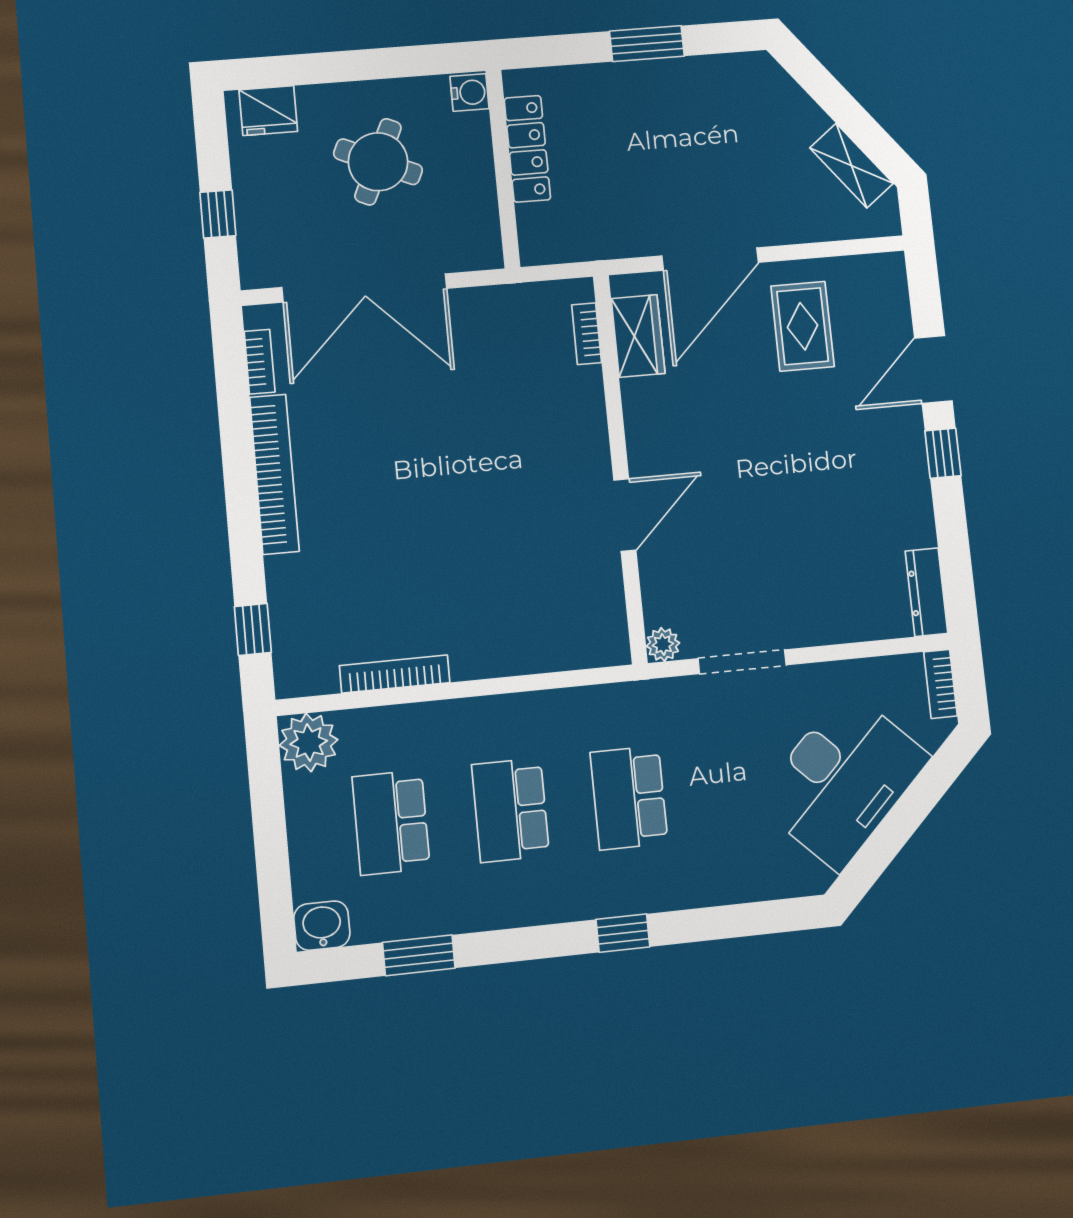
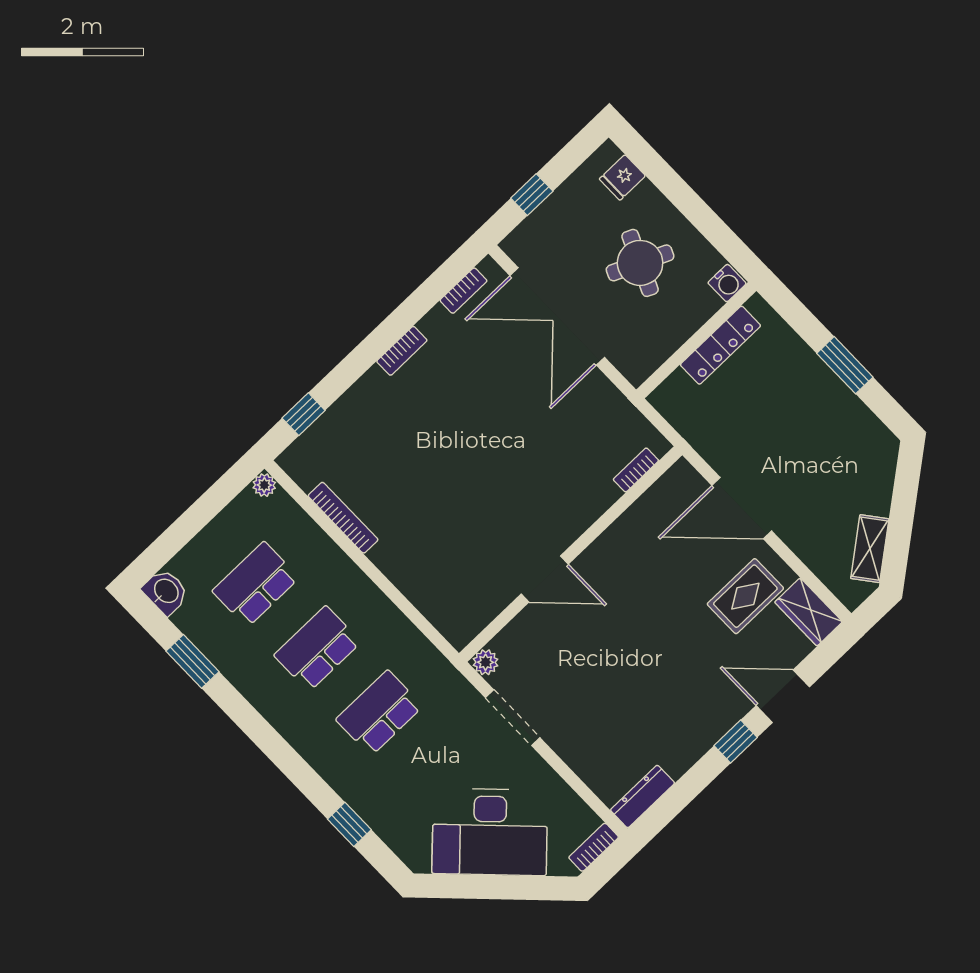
fridge: (268, 111) -> (622, 177), width x0.72
wardrobe: (638, 336) -> (809, 612), moved, turned 90
bookcase: (274, 474) -> (402, 351), width x0.43, depth x0.76
plant: (309, 742) -> (264, 485), width x0.53, depth x0.53
window: (623, 933) -> (349, 824), moved

